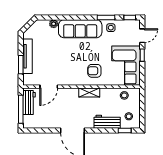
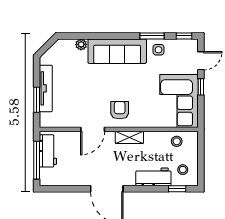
armchair: (94, 71) -> (120, 110), moved, turned 90
door: (49, 87) -> (93, 129), moved

